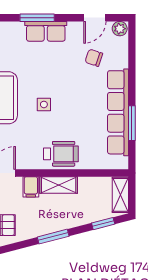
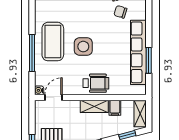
side table: (44, 104) -> (83, 47), width x1.87, depth x1.87
filing cabinet: (31, 187) -> (115, 108), moved

